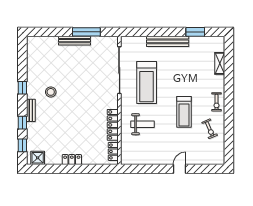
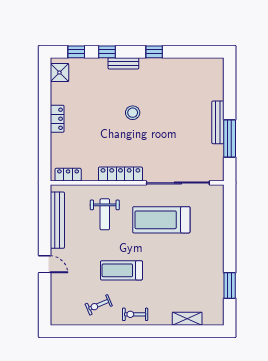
bench: (168, 41) -> (57, 220), moved
stool: (51, 92) -> (133, 113), moved
locker: (113, 125) -> (120, 174), moved

